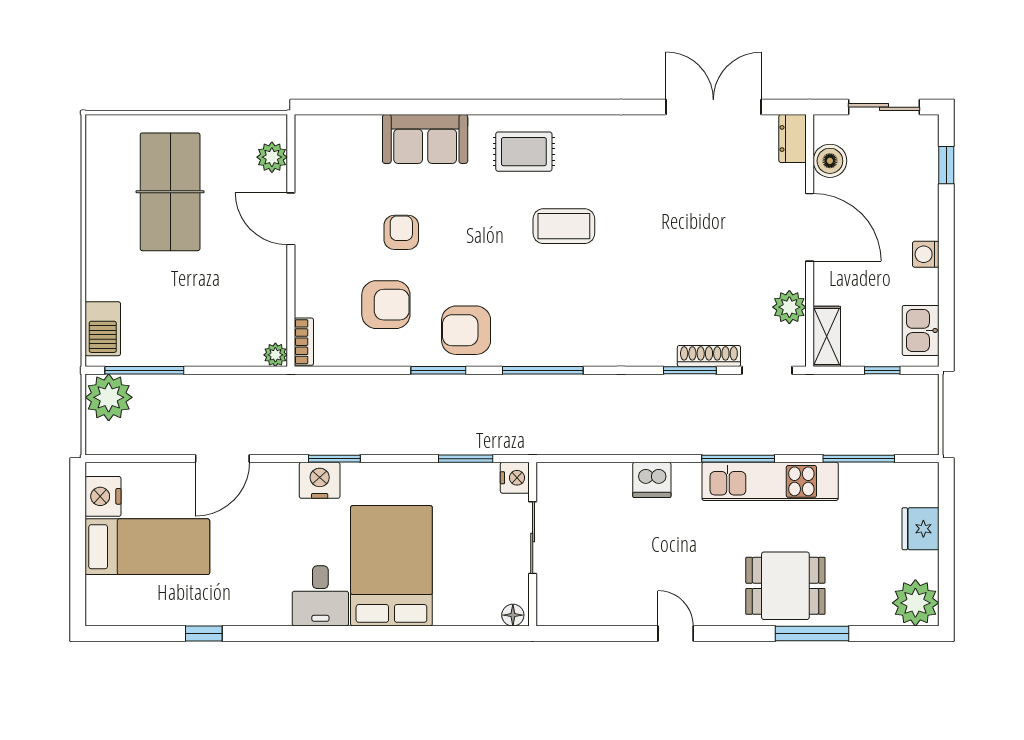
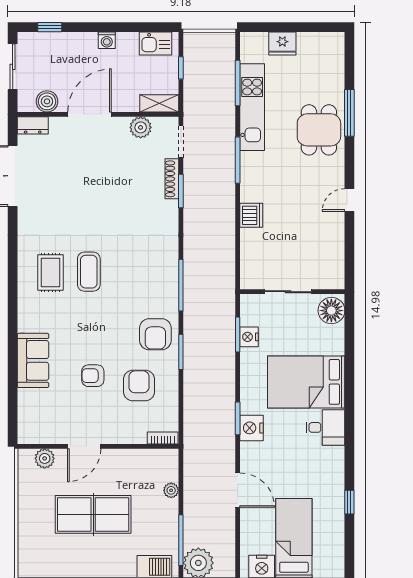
rug: (524, 152) -> (50, 273), moved
table tennis table: (170, 192) -> (93, 514), moved
plant: (275, 355) -> (171, 490), moved
nightstand: (515, 478) -> (249, 337), moved, turned -90
kitchen unit: (770, 481) -> (252, 107), moved
plant: (915, 603) -> (330, 47), removed
floor lamp: (513, 615) -> (331, 311), width x1.89, depth x1.89

